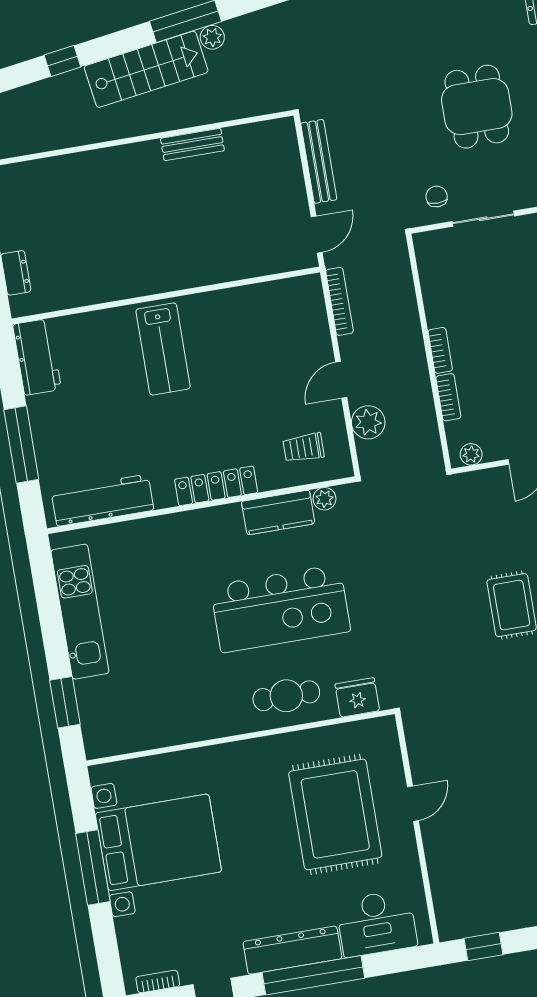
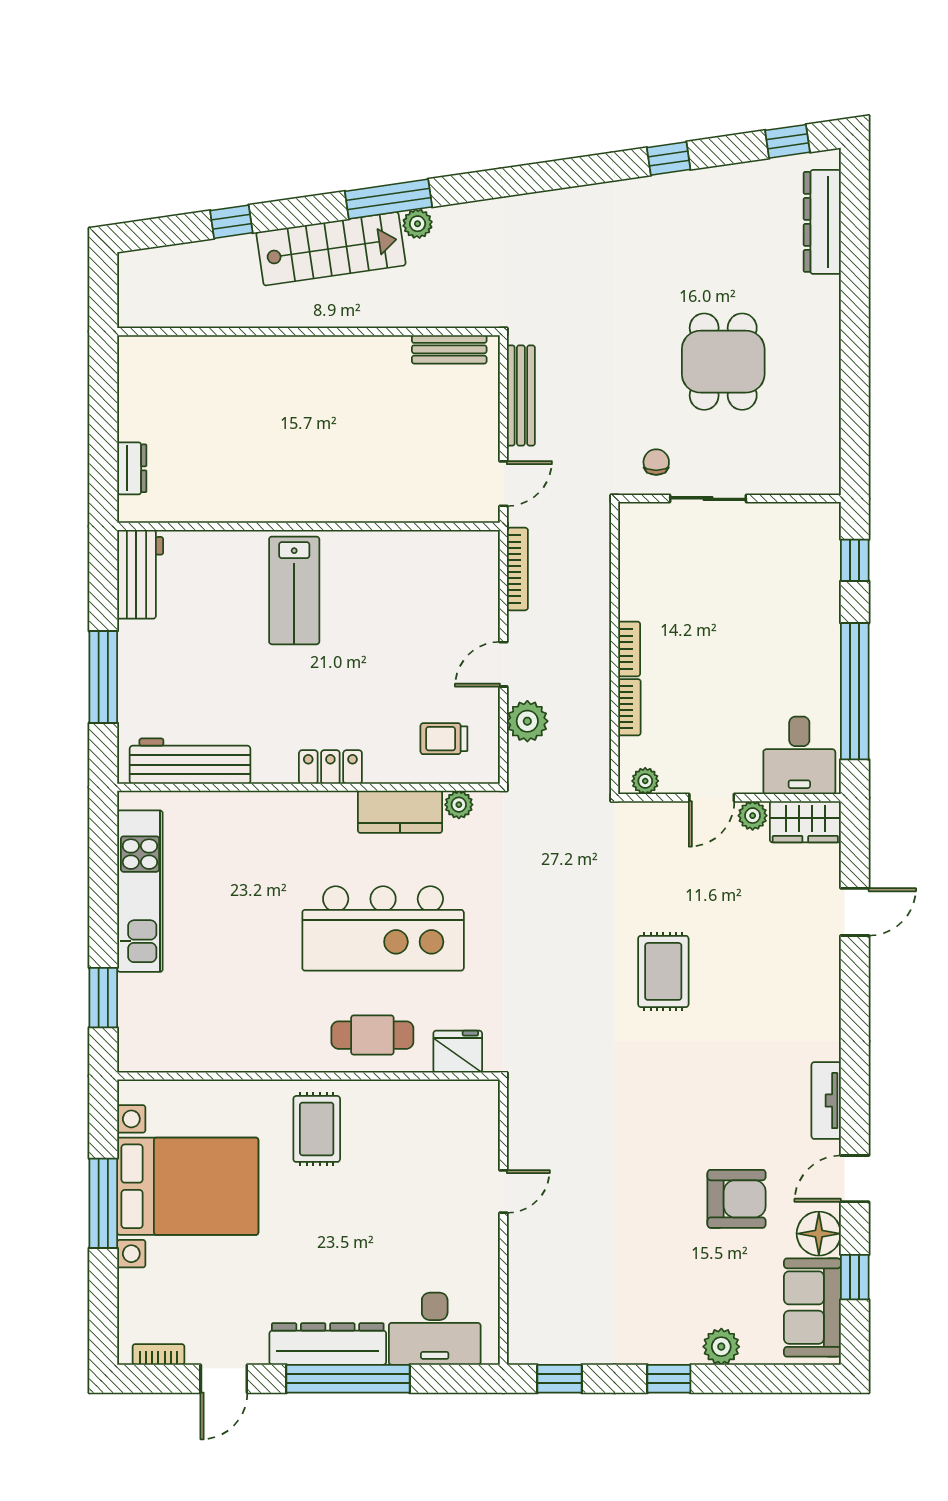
bench: (192, 145) -> (449, 349), moved
locker: (216, 486) -> (330, 767), width x0.66
rug: (335, 814) -> (317, 1129), moved, width x0.54, depth x0.49

